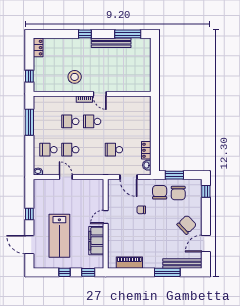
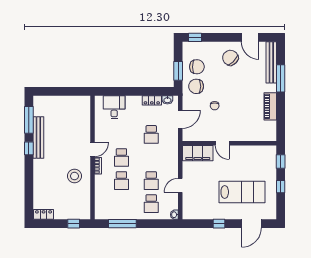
window: (85, 34) -> (29, 148), moved
desk: (140, 115) -> (114, 107), added
filing cabinet: (96, 241) -> (198, 153), moved
piano: (129, 263) -> (270, 106), moved

